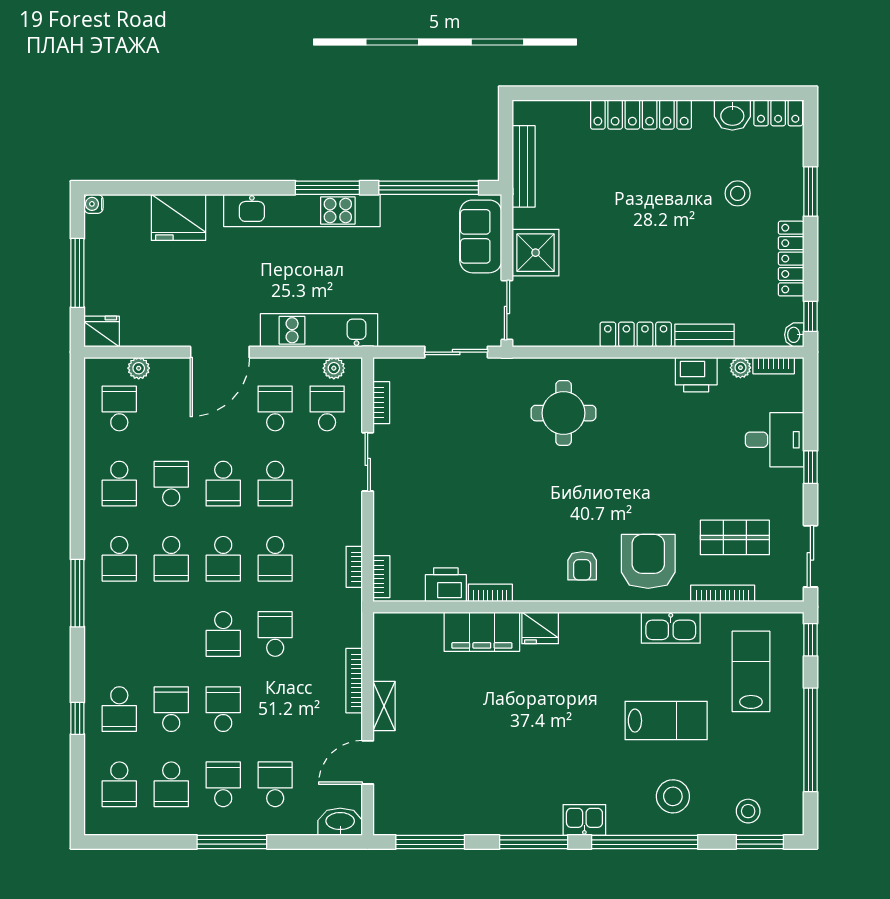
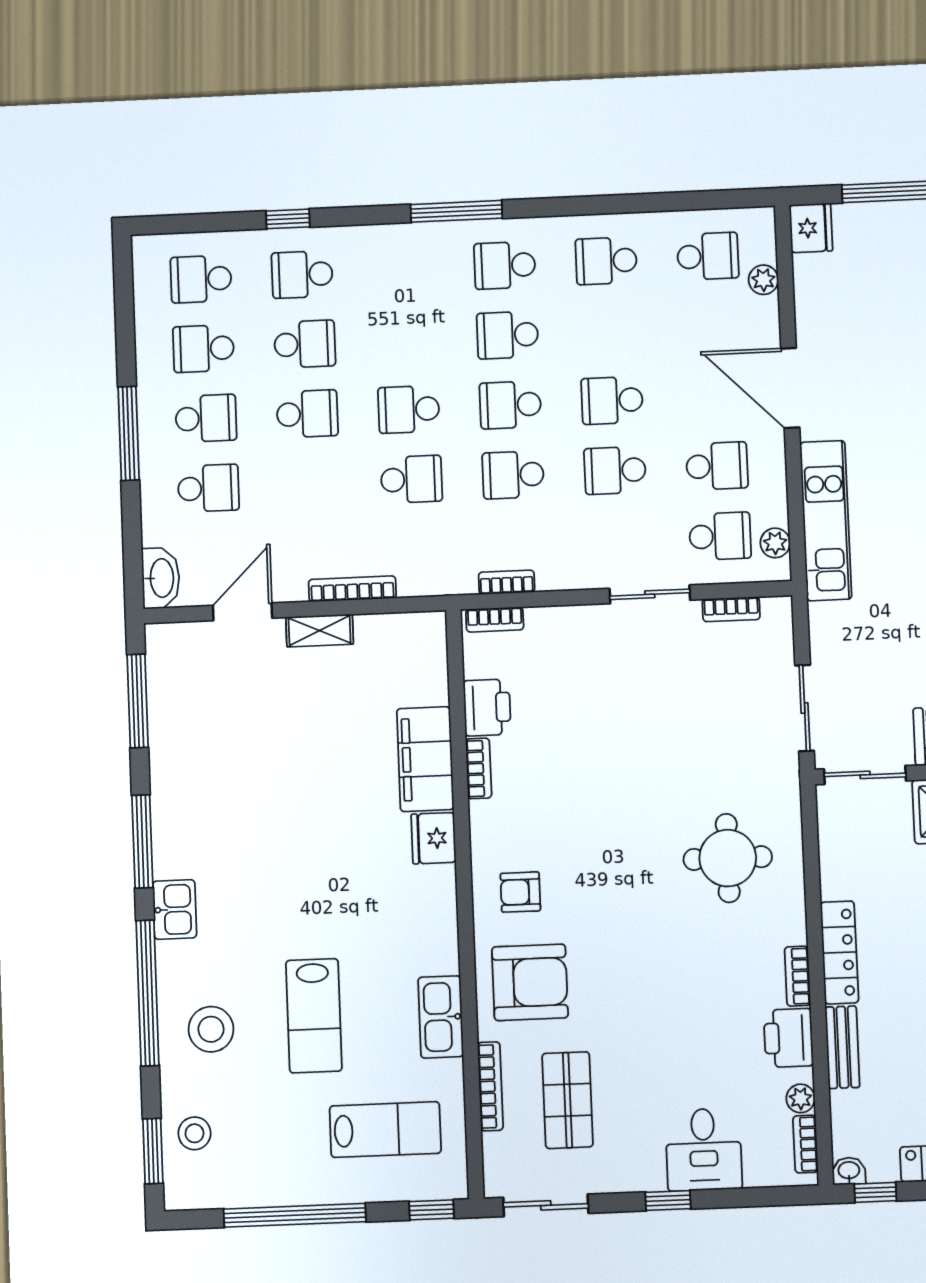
bookcase: (652, 366) -> (797, 976), added
school desk: (171, 484) -> (609, 330), removed
door: (368, 762) -> (243, 612), hinge flipped

